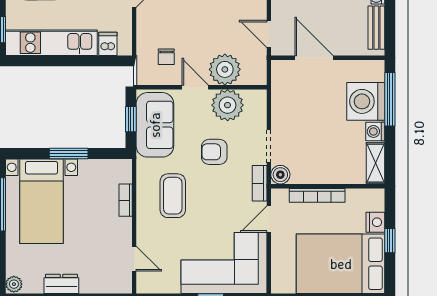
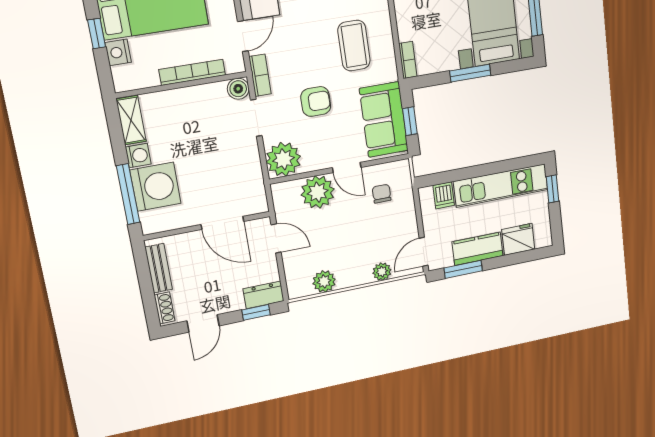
plant: (228, 105) -> (283, 159), moved
bookcase: (126, 200) -> (408, 60), moved

